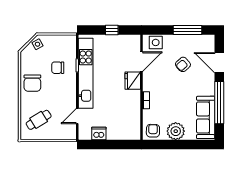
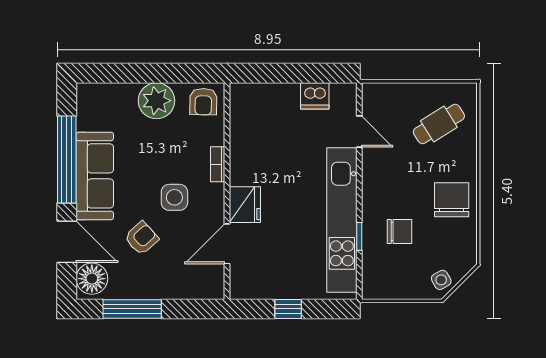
side table: (156, 42) -> (174, 197), moved
floor lamp: (207, 45) -> (92, 279), added
door: (77, 116) -> (359, 132), hinge flipped
sofa: (206, 117) -> (95, 176), moved

